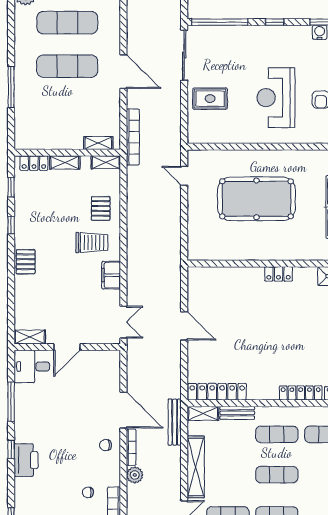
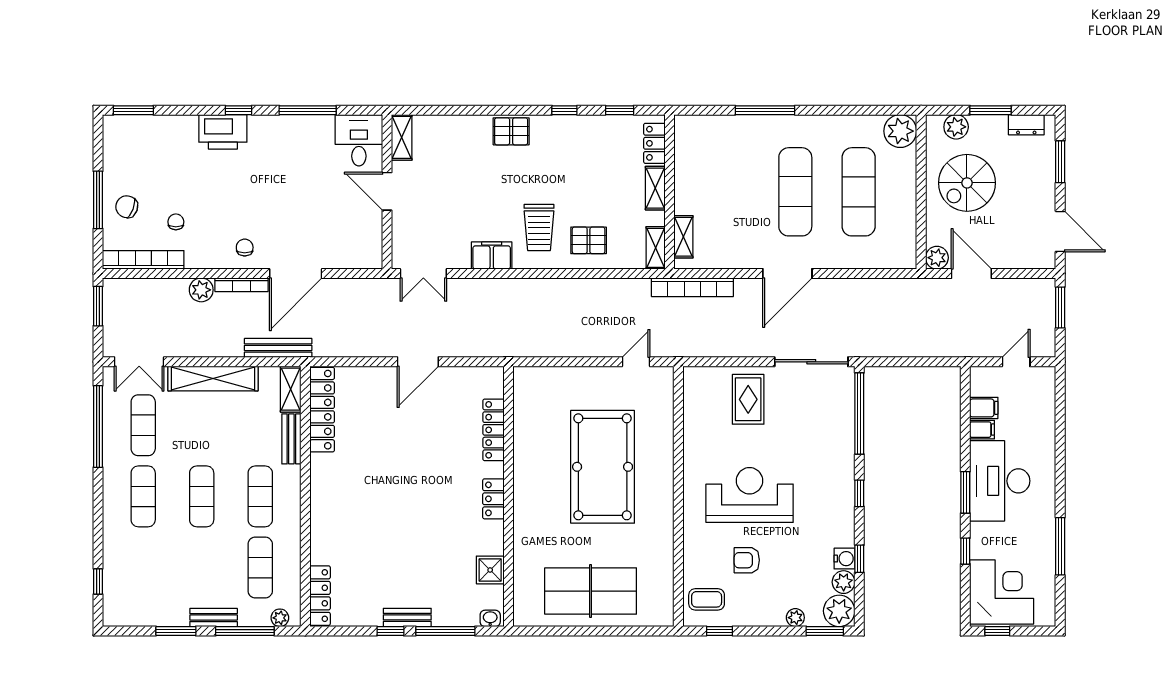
locker: (301, 393) -> (493, 430), moved, turned 180

